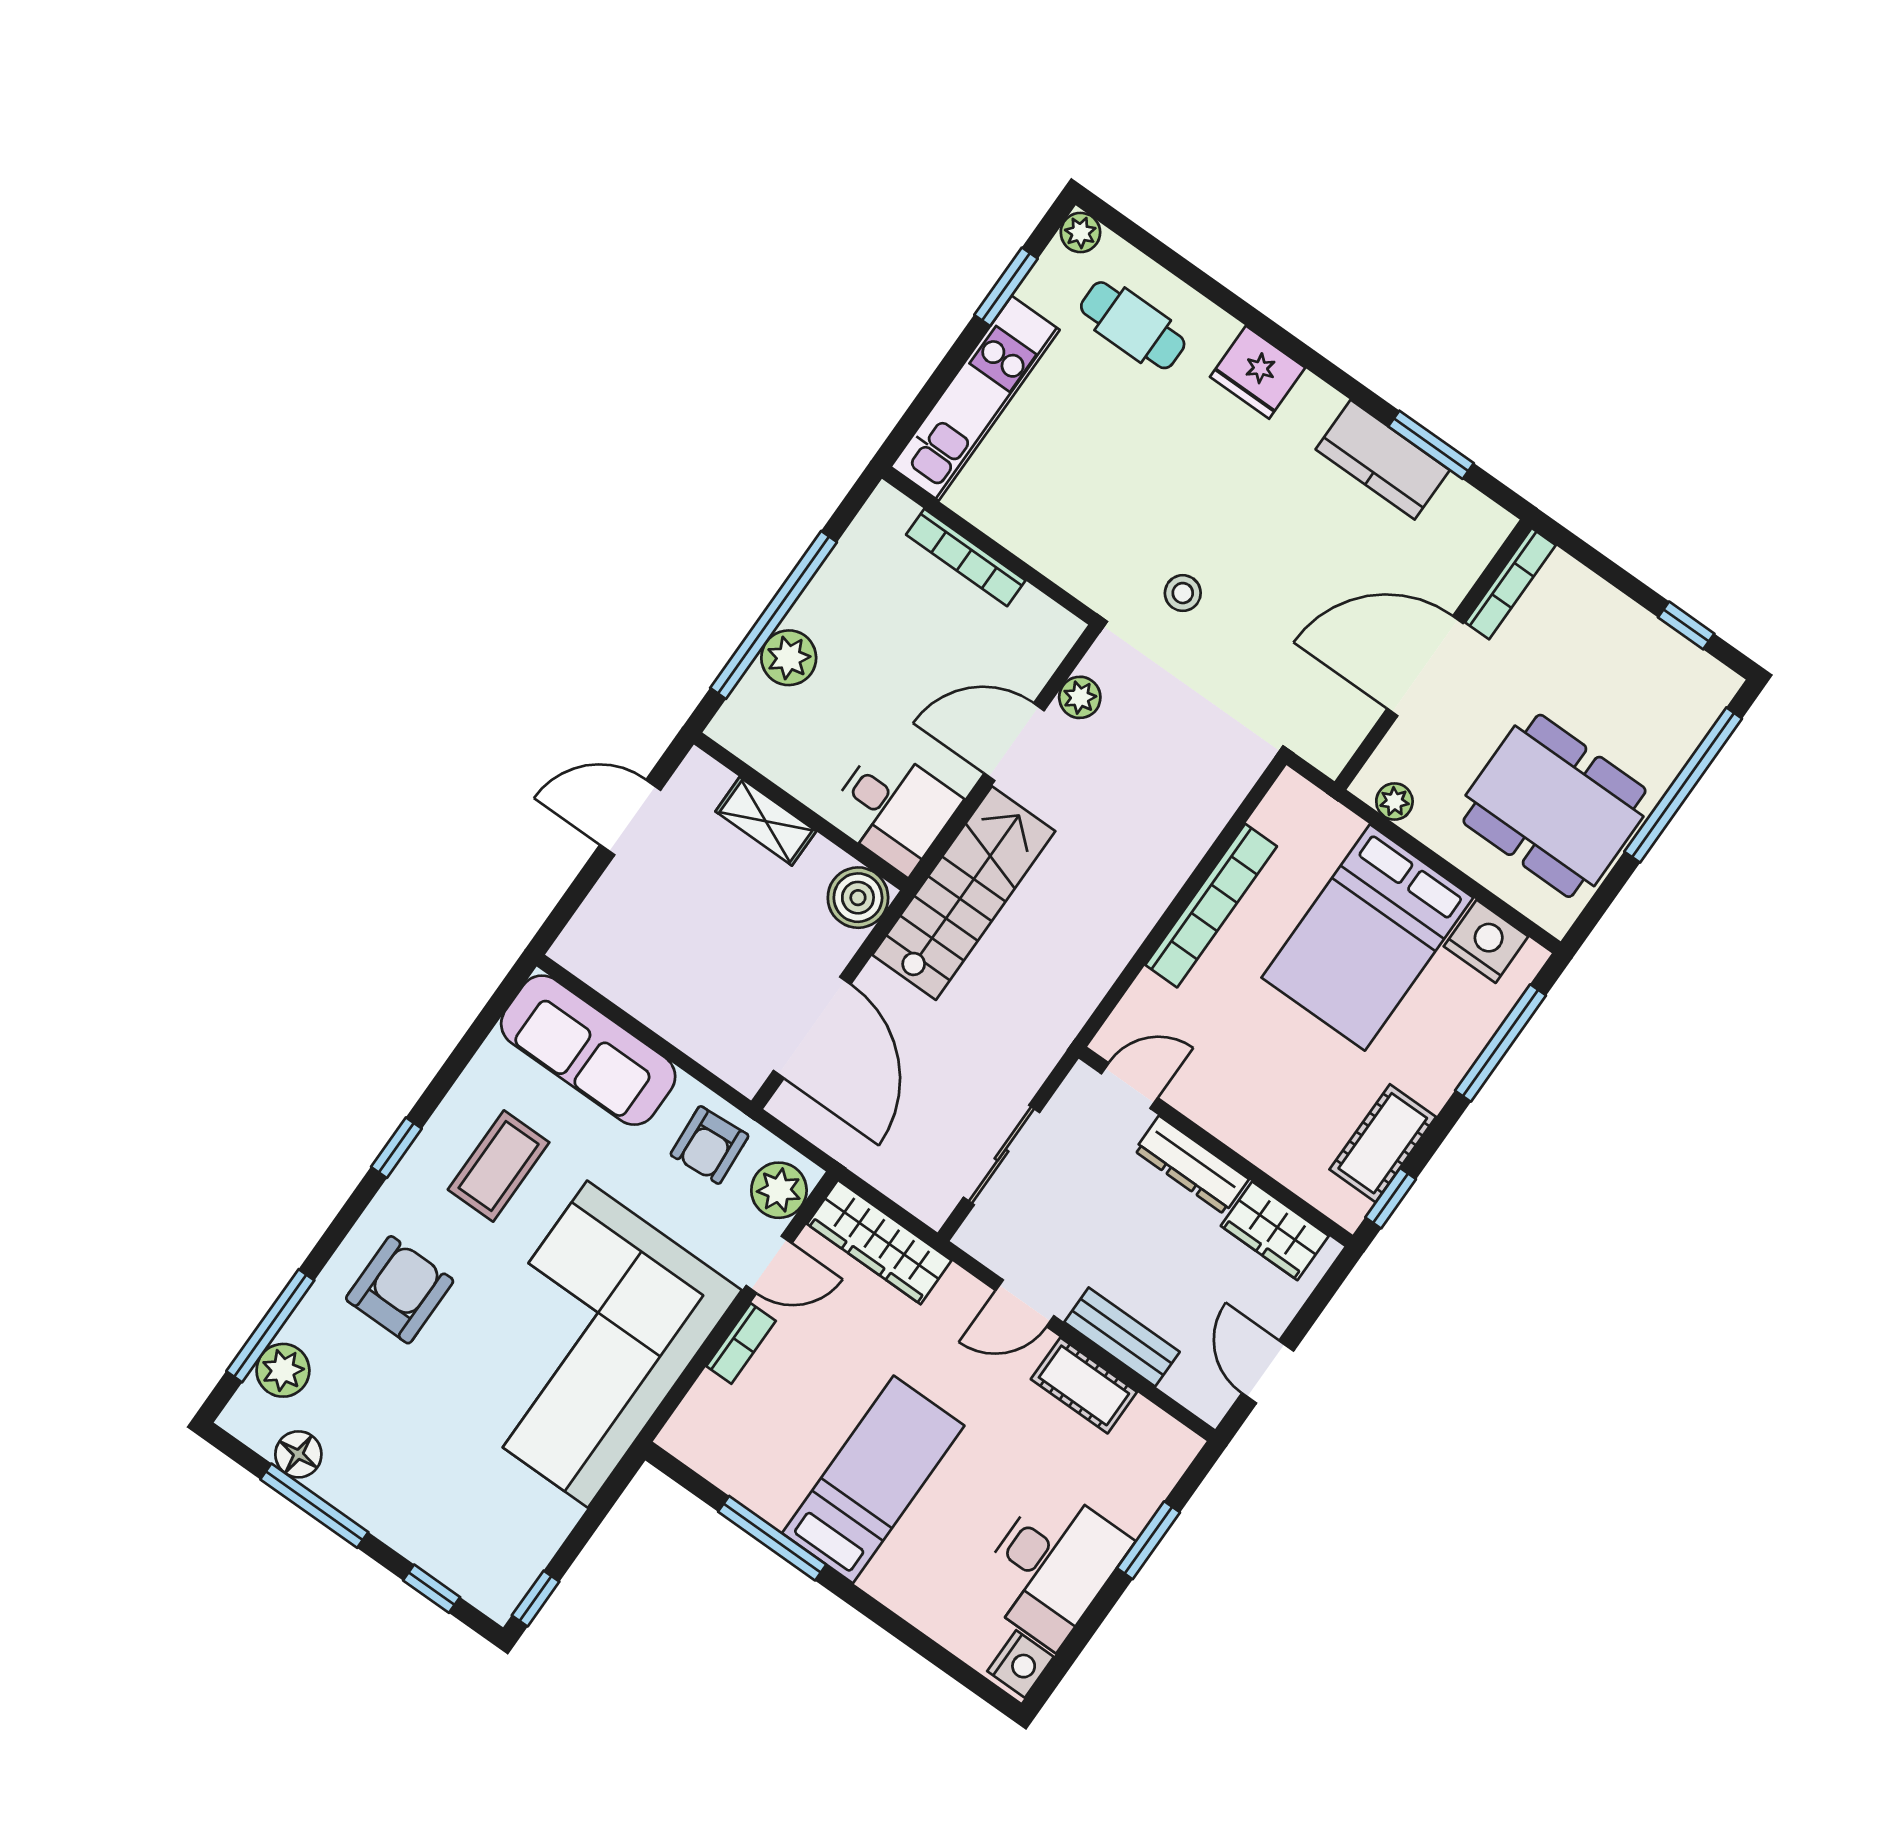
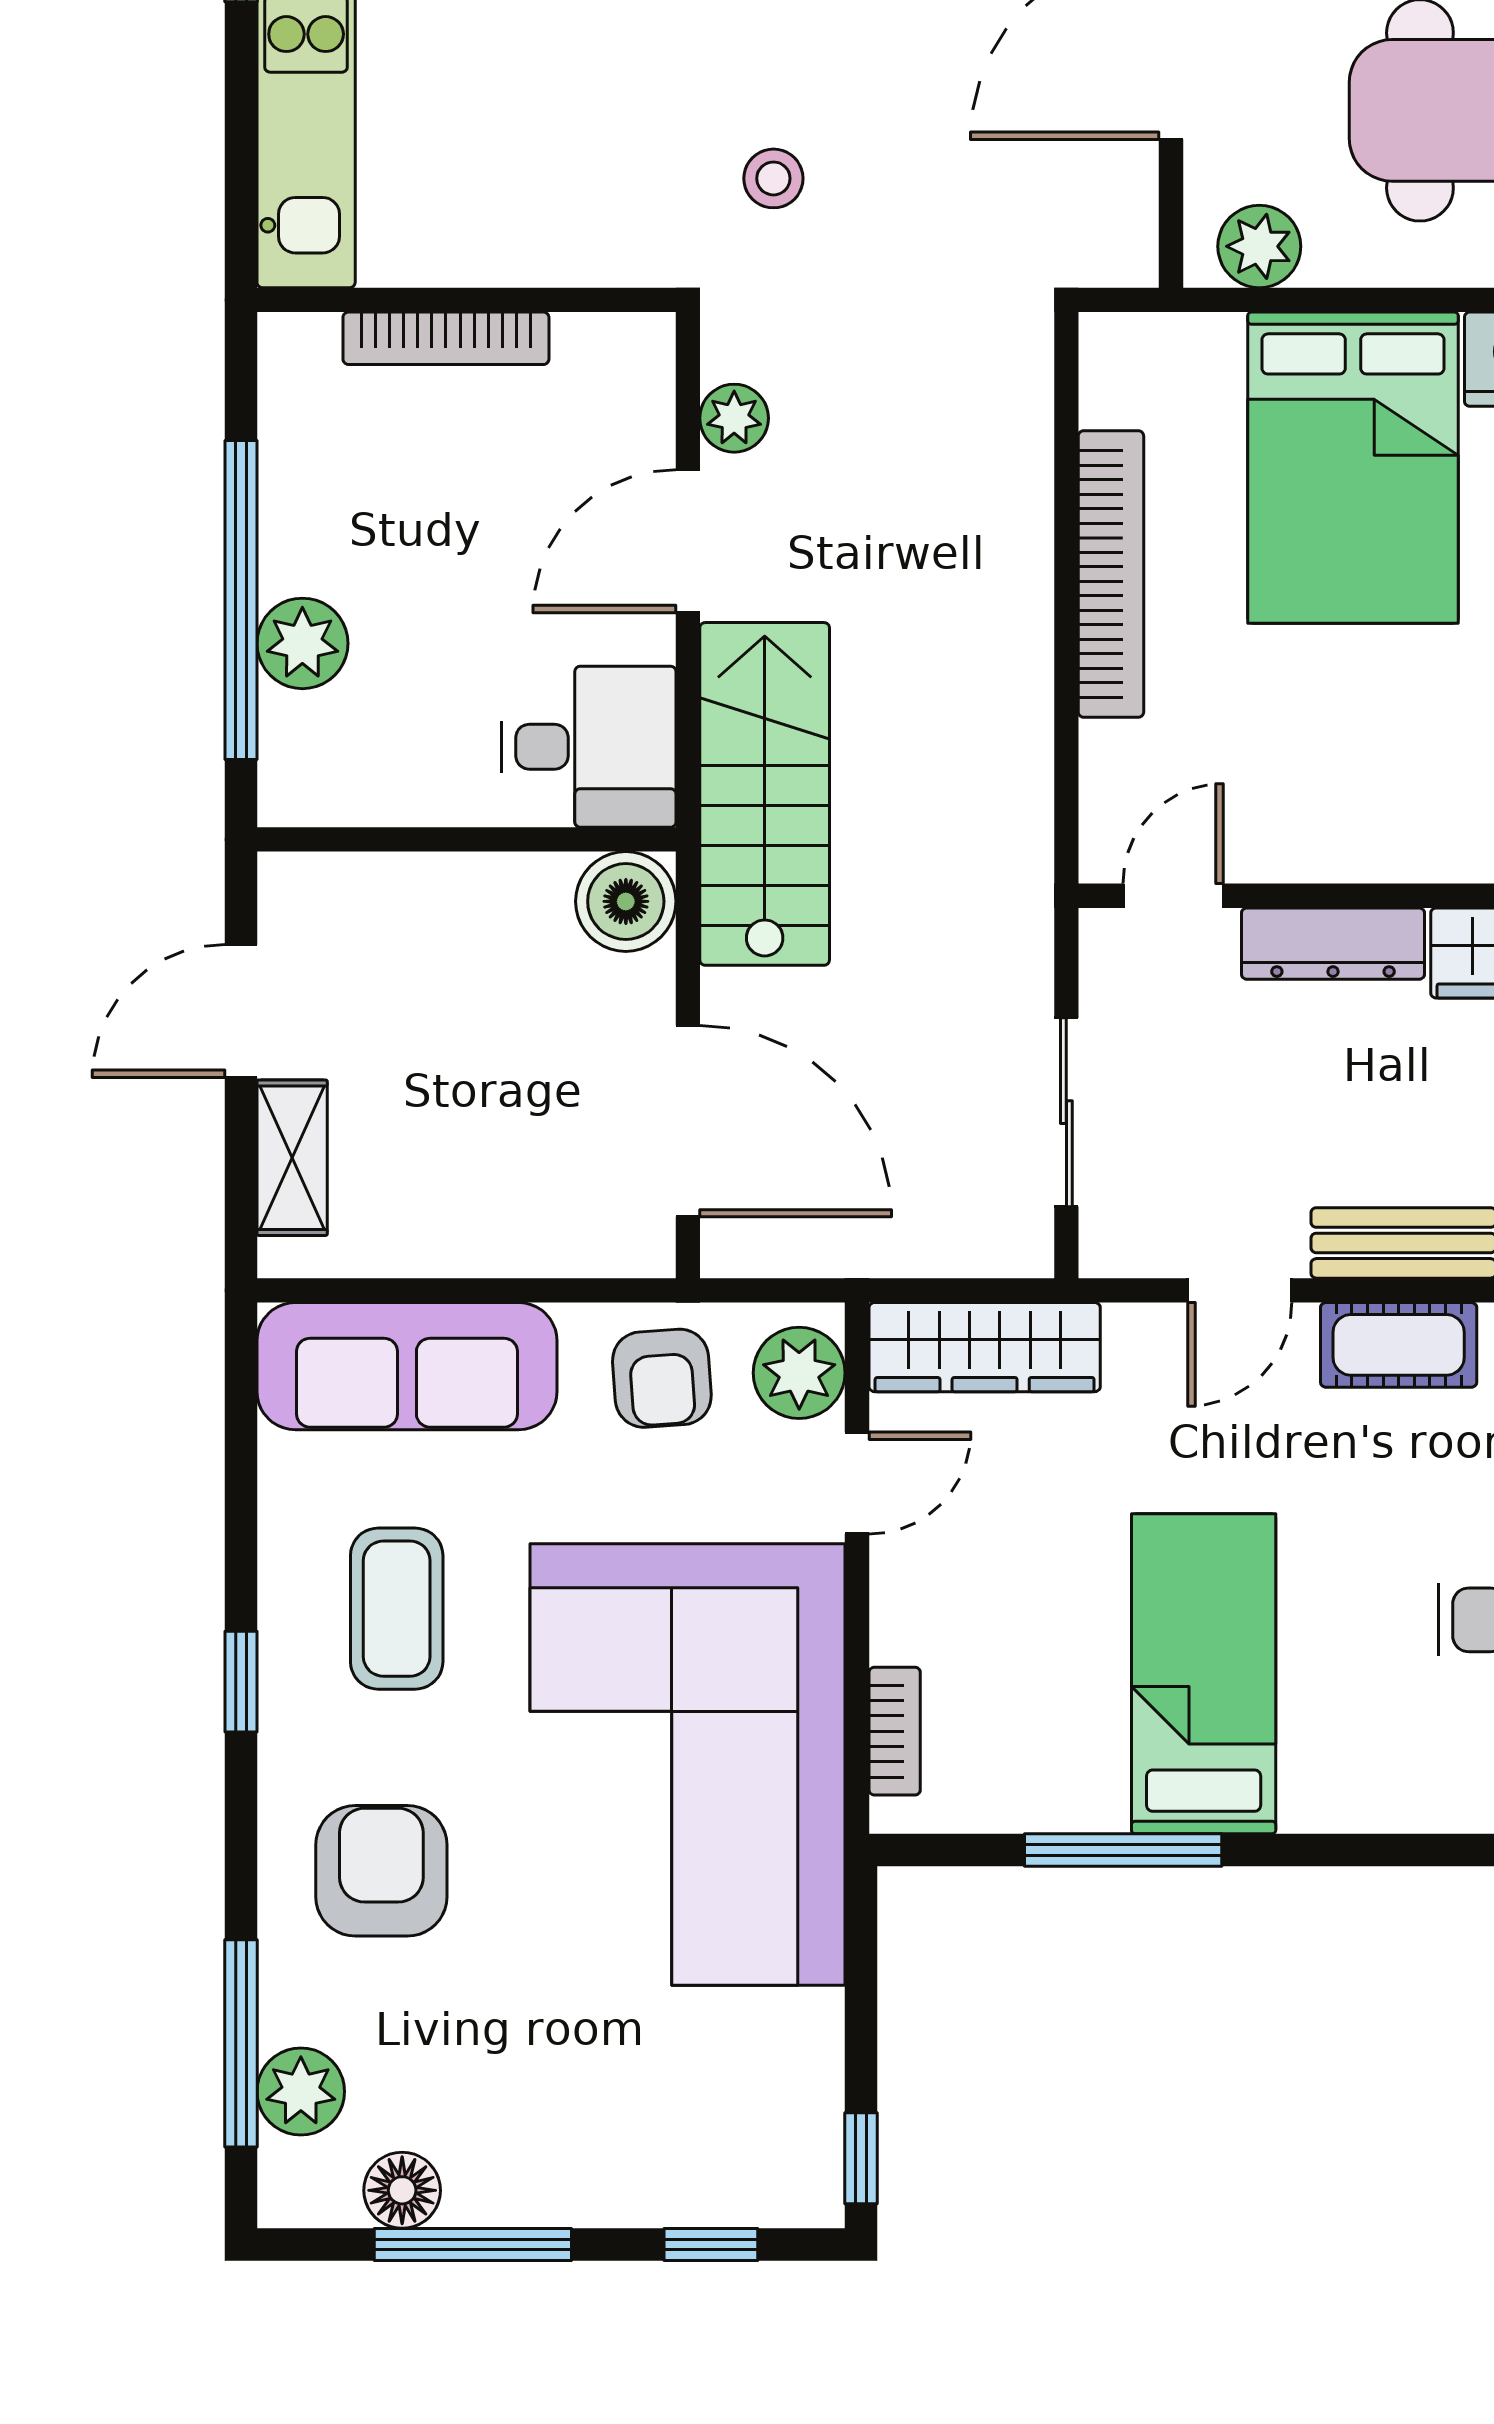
plant: (1394, 801) -> (1259, 246), width x1.38, depth x1.38
shelving: (766, 821) -> (292, 1158), moved, turned 90
bookcase: (741, 1344) -> (895, 1731), moved

